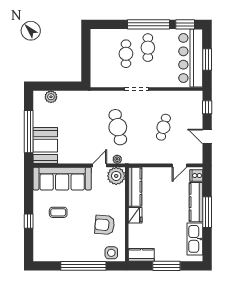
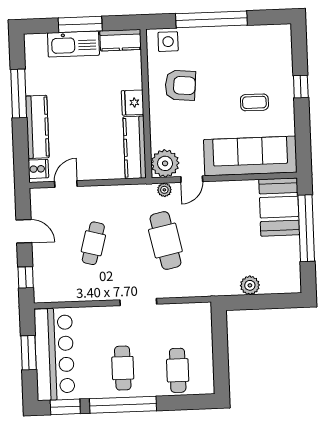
cafe table: (126, 54) -> (178, 370), moved
plant: (51, 97) -> (250, 285), moved
window: (207, 212) -> (19, 94), moved
kitchen sink: (195, 239) -> (73, 44), moved, turned 90

